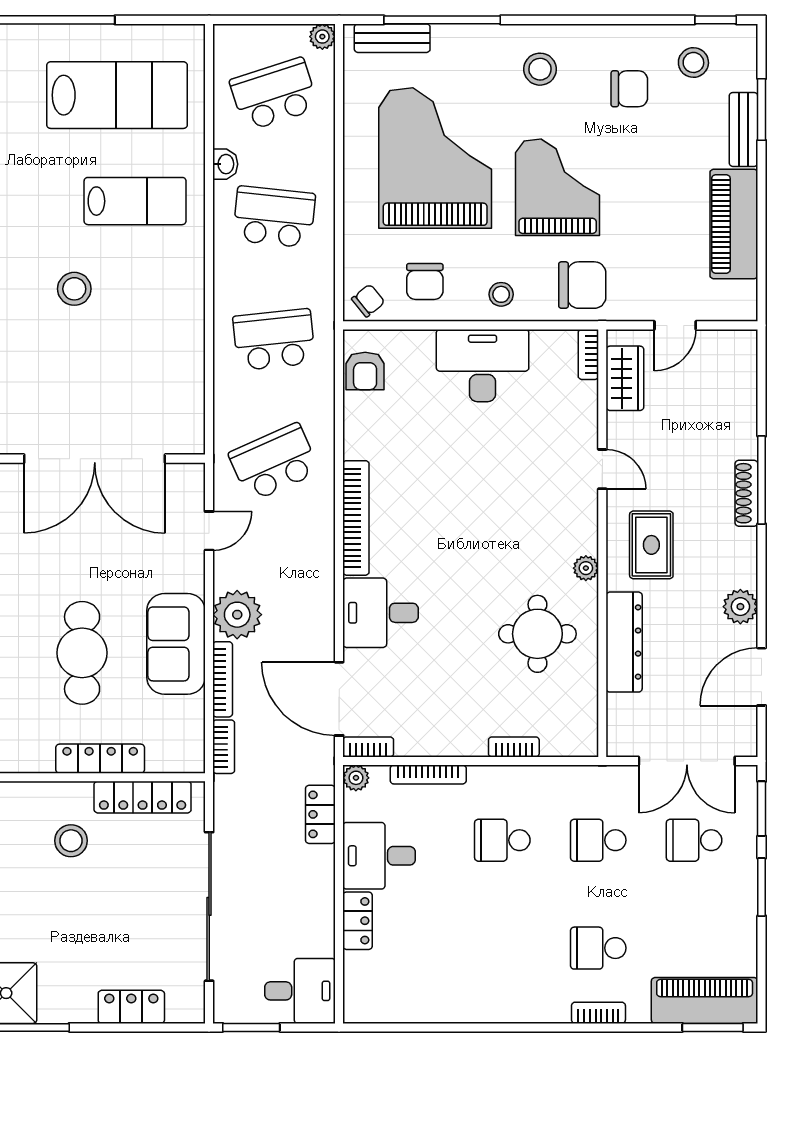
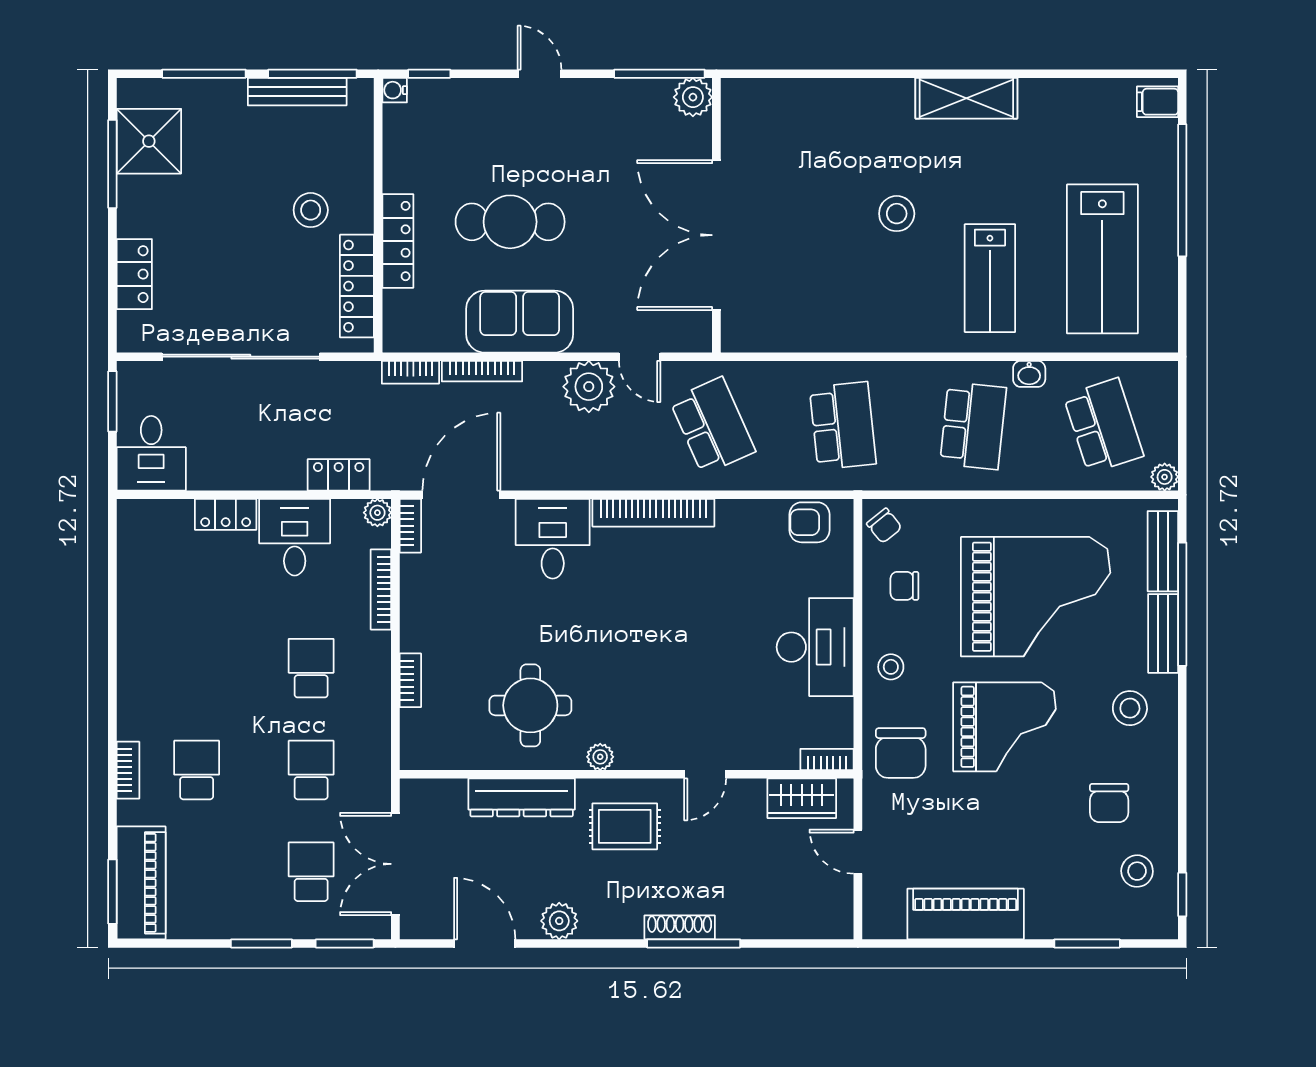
bench: (743, 129) -> (1163, 633), moved, turned 90
chair: (425, 281) -> (904, 586), width x0.73, depth x0.73
plant: (237, 615) -> (589, 387), moved

